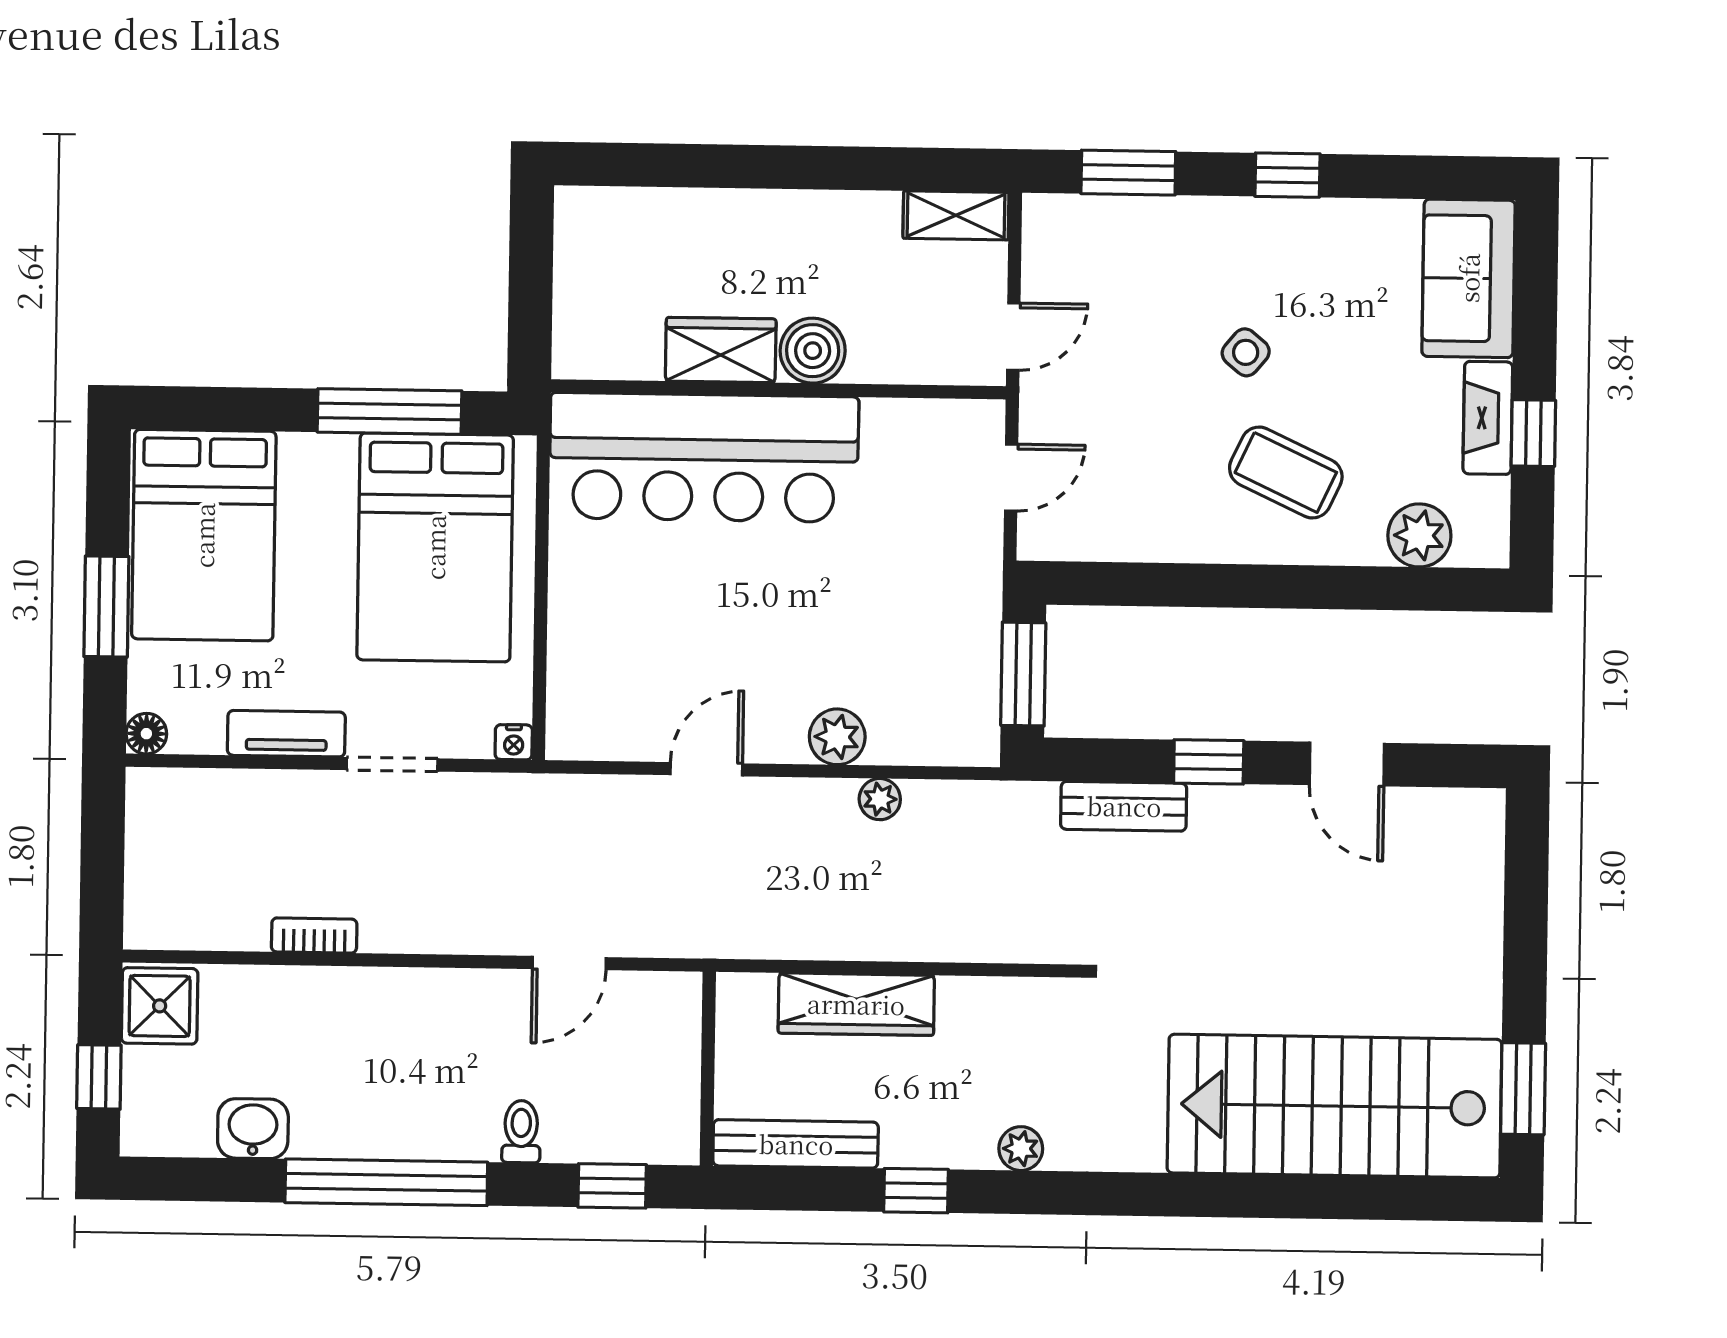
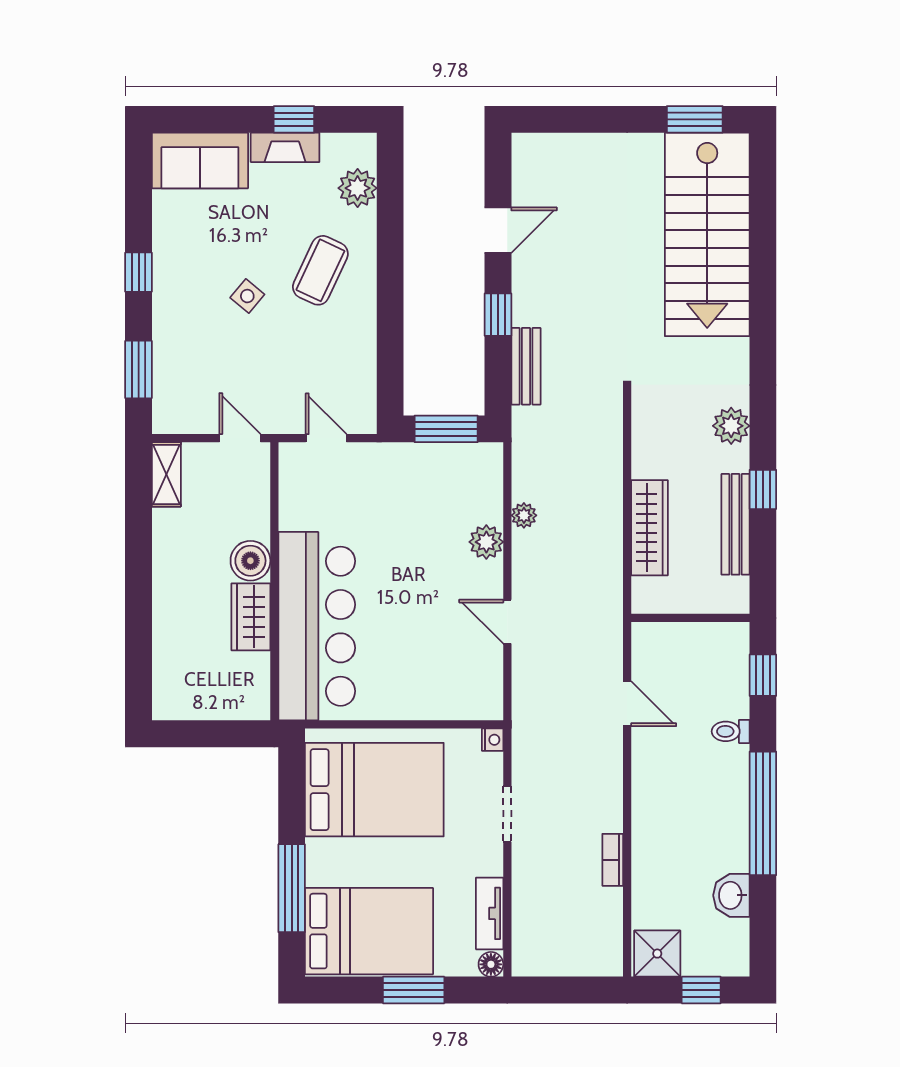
window: (389, 411) -> (292, 888), moved
tv unit: (286, 734) -> (490, 913), moved
bench: (796, 1144) -> (735, 524), moved
plant: (1021, 1149) -> (731, 426), width x1.38, depth x1.38

